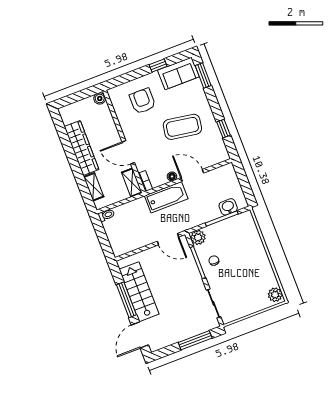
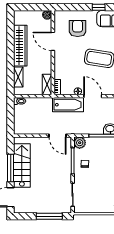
door: (128, 152) -> (53, 41), moved

